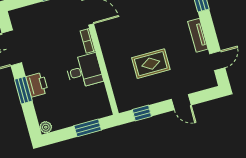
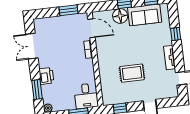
desk: (84, 71) -> (86, 96), moved, turned 90
window: (23, 90) -> (37, 90), moved

